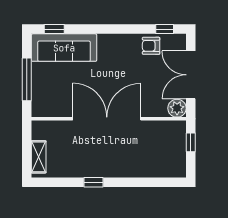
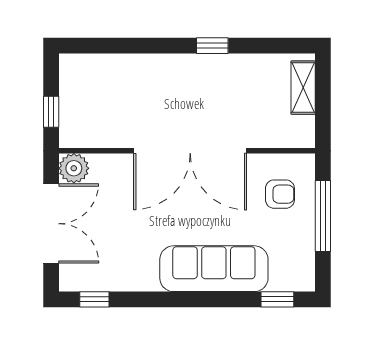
armchair: (151, 46) -> (280, 194), moved
sofa: (64, 48) -> (214, 269), moved

